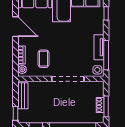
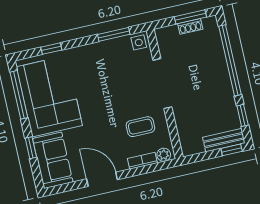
door: (16, 27) -> (102, 179), hinge flipped
tv unit: (99, 47) -> (104, 48), removed
window: (106, 55) -> (114, 34), width x0.69
bench: (23, 96) -> (224, 140), moved

